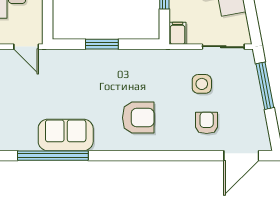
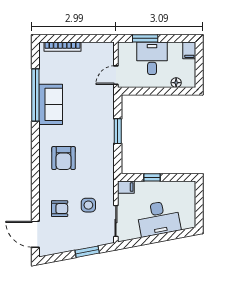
window: (265, 86) -> (87, 252), width x0.69

